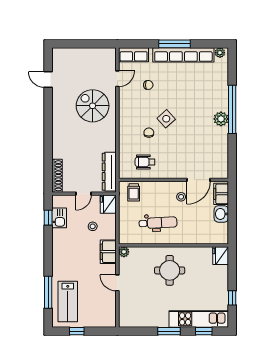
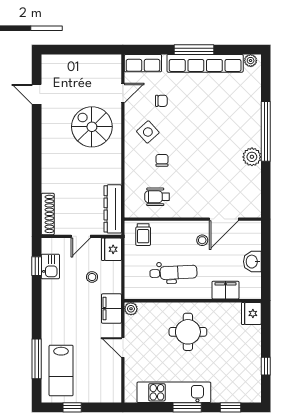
side table: (166, 119) -> (148, 132), moved
plant: (221, 119) -> (252, 157), moved
filing cabinet: (221, 194) -> (225, 290), moved, turned 90
kitchen unit: (199, 319) -> (174, 392), moved

